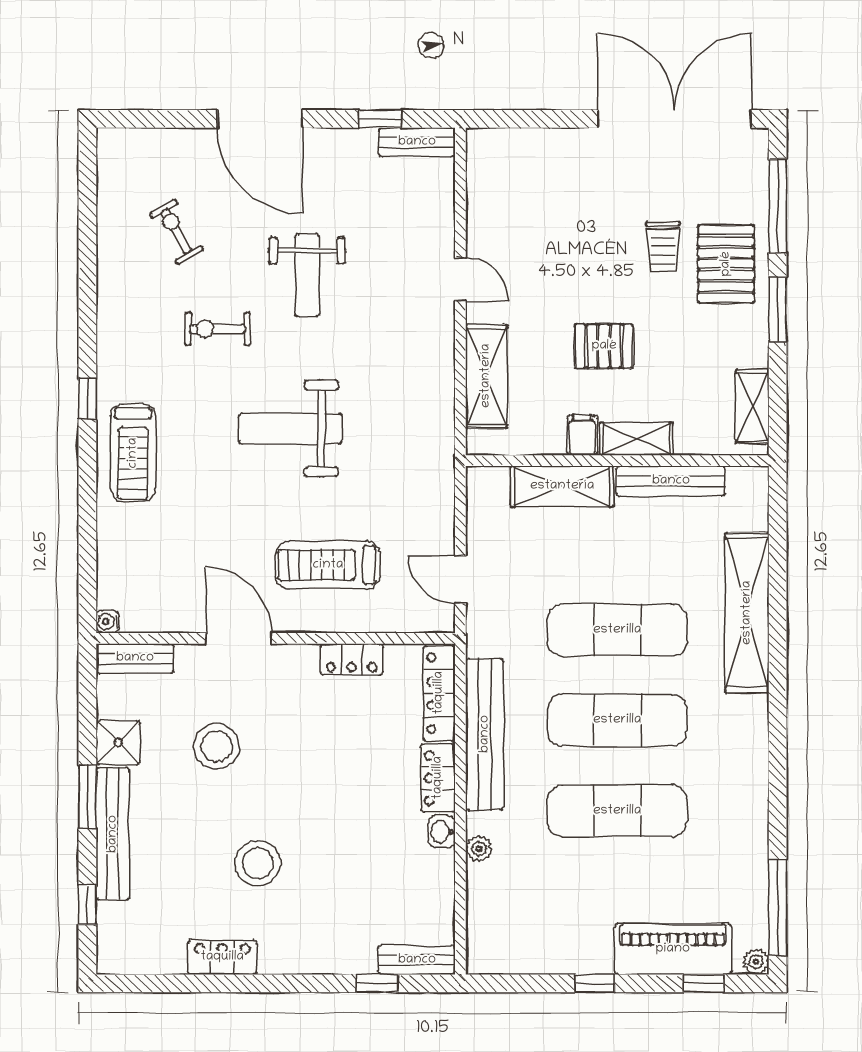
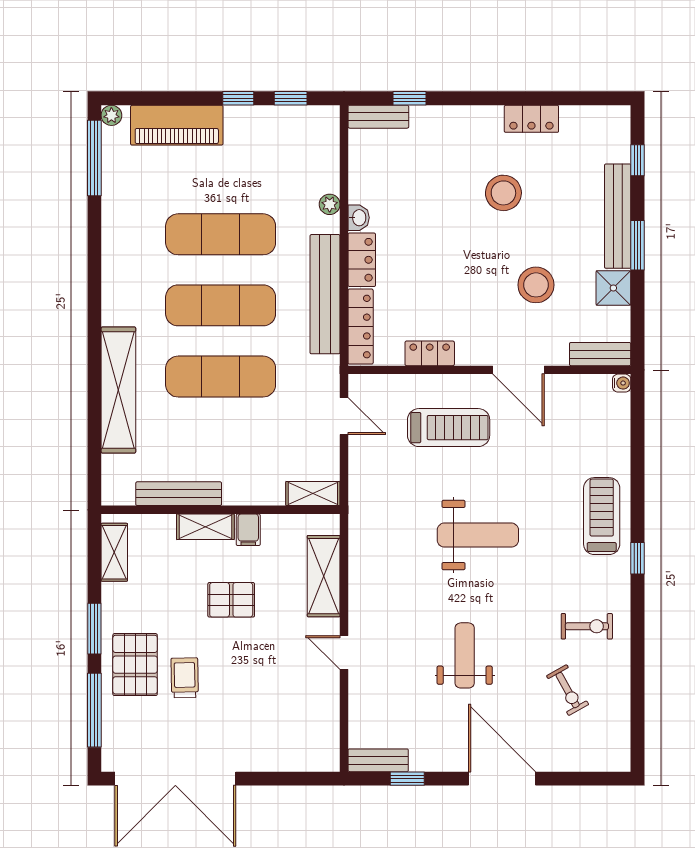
exercise bike: (217, 329) -> (587, 626), moved
shelving: (562, 486) -> (313, 494), moved, width x0.67, depth x0.75
window: (704, 983) -> (291, 98), moved

